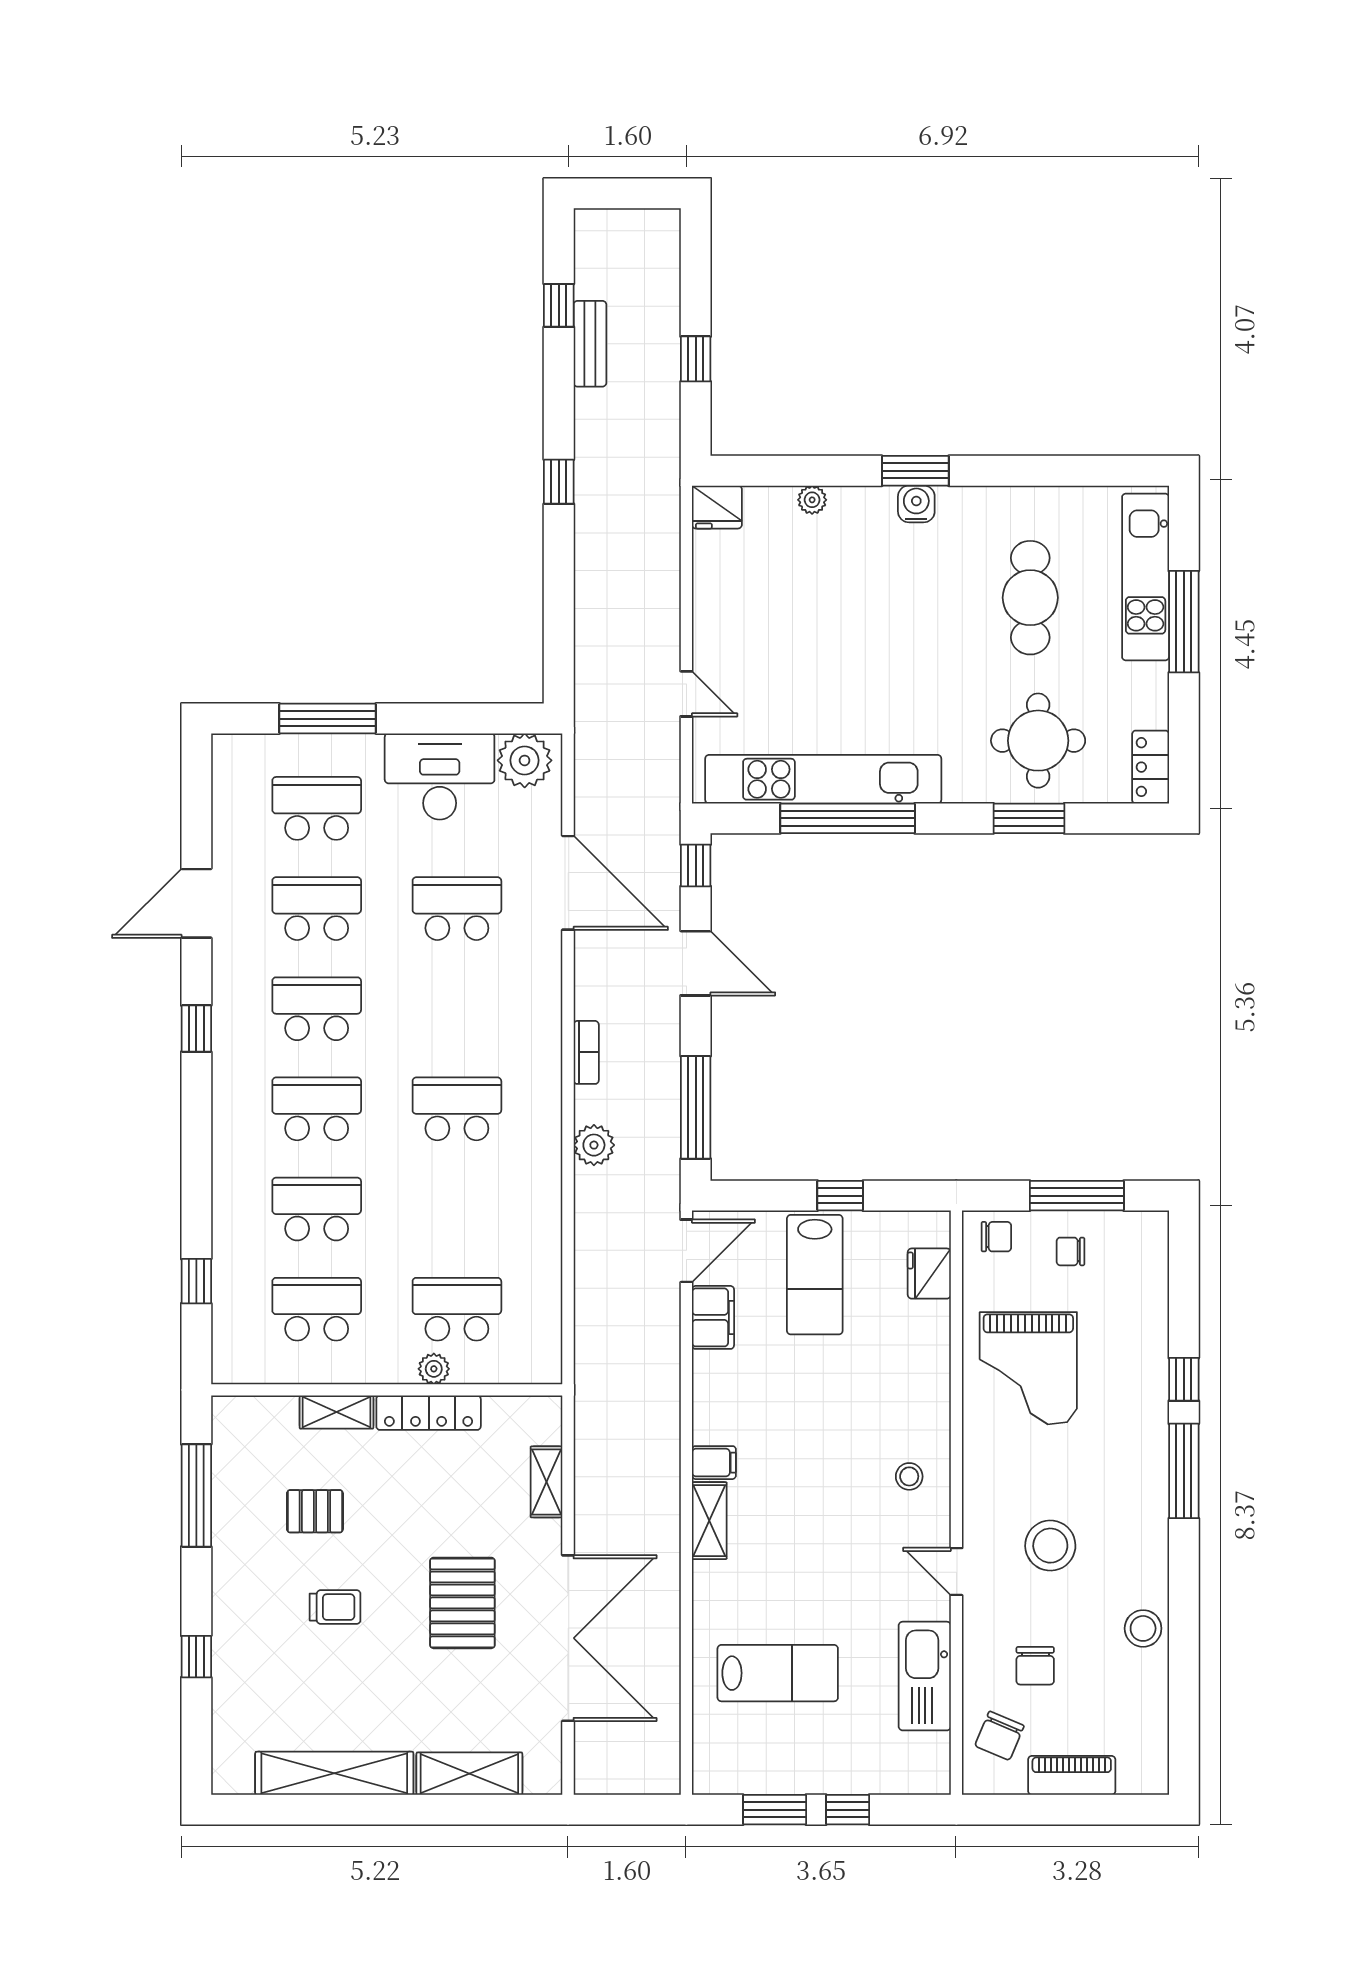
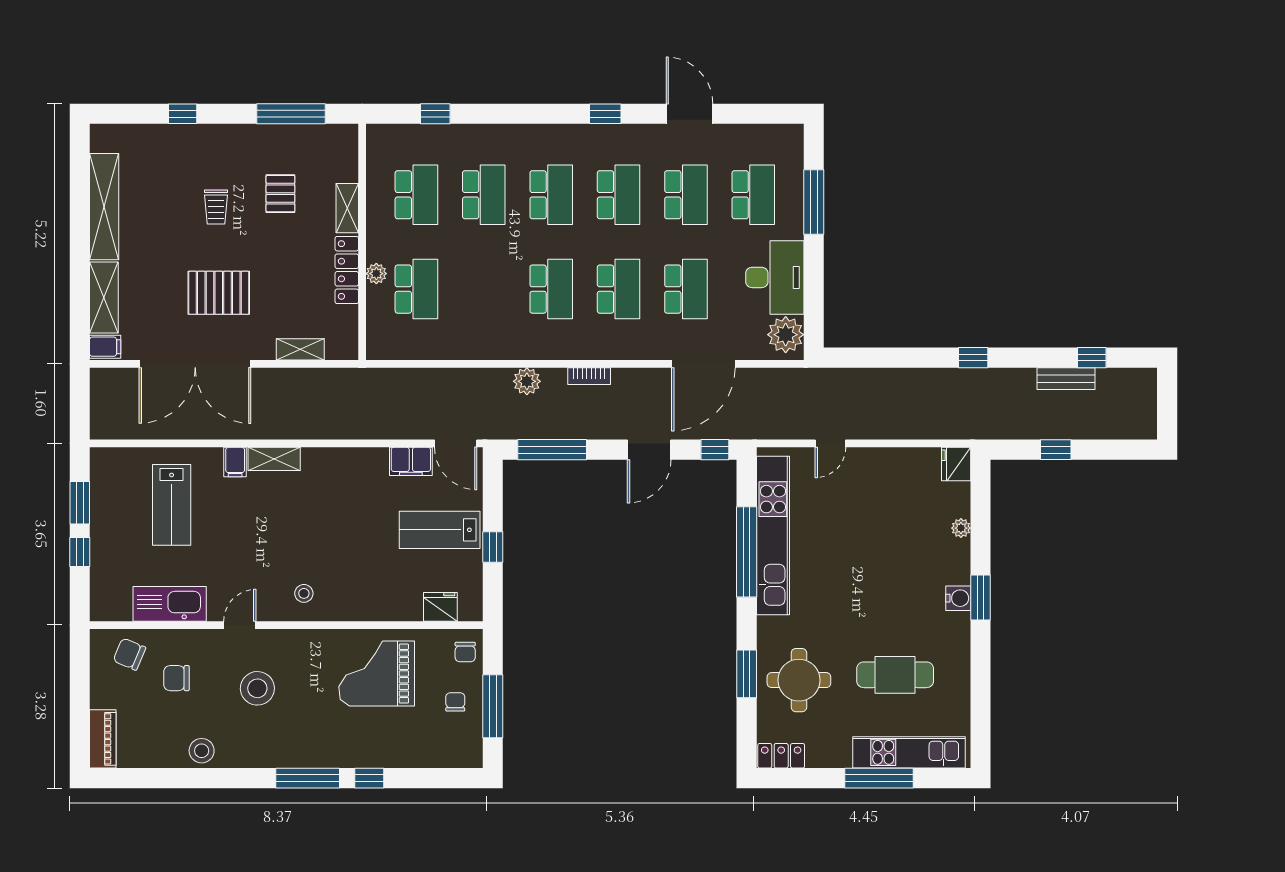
school desk: (457, 1009) -> (619, 289), added
filing cabinet: (714, 1463) -> (235, 462), moved
filing cabinet: (543, 1772) -> (105, 347), added
piano: (1072, 1775) -> (103, 739), moved

